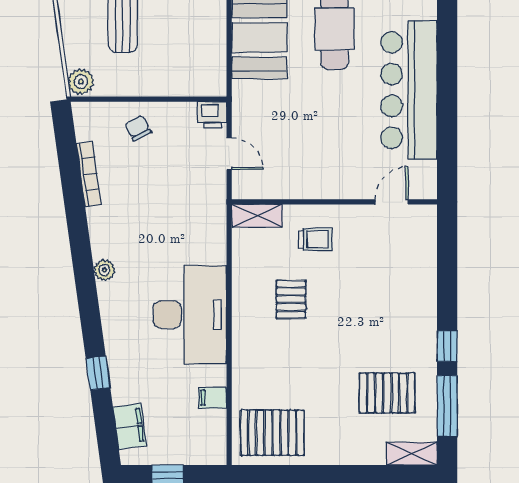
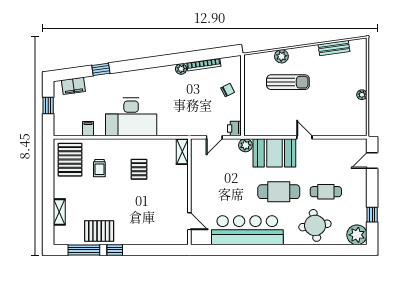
plant: (81, 82) -> (281, 56), moved
plant: (245, 93) -> (245, 145), added
trolley: (315, 239) -> (99, 168), moved
plant: (104, 270) -> (181, 69), moved
pallet: (291, 299) -> (139, 169), turned 90
pallet: (387, 393) -> (99, 231), moved, turned 90
shelving: (412, 454) -> (59, 212), moved

